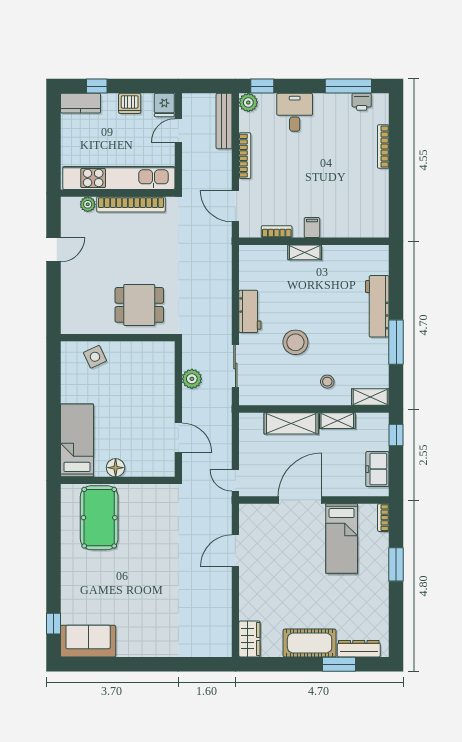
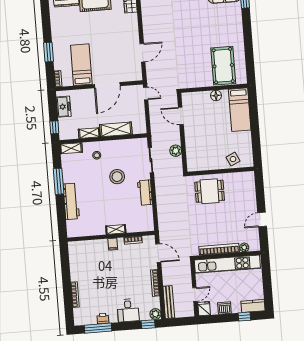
printer: (362, 102) -> (103, 318), moved

